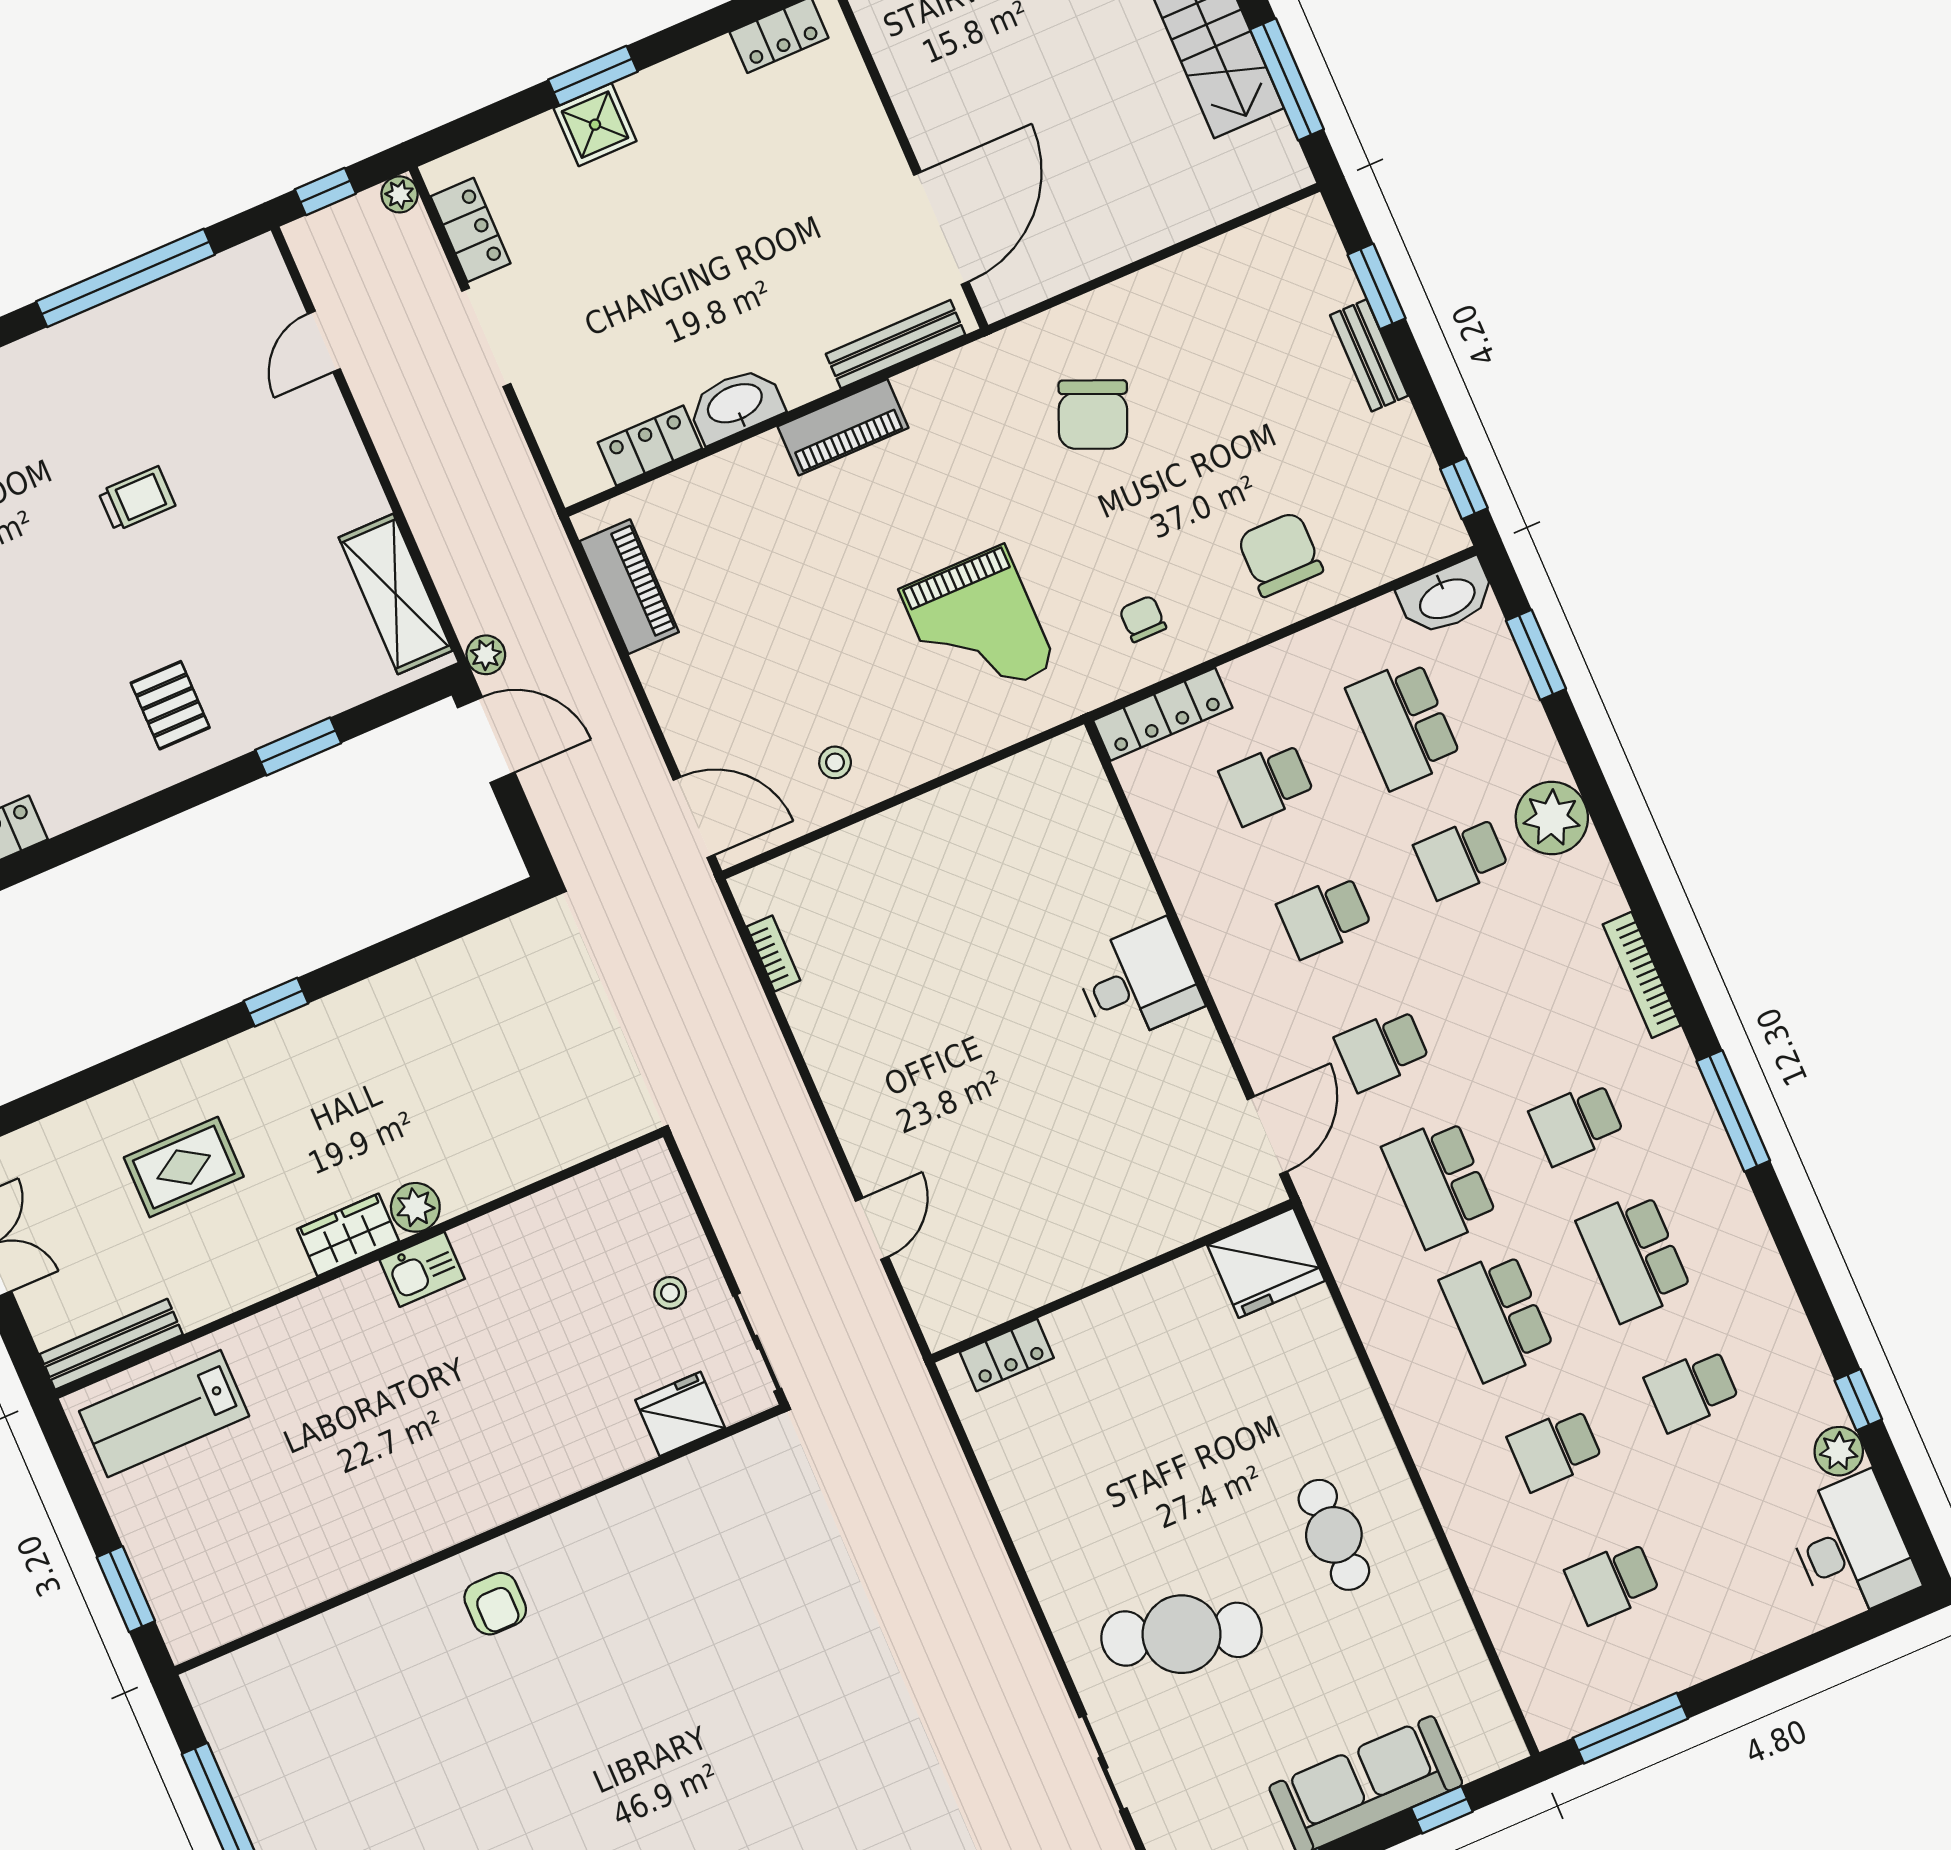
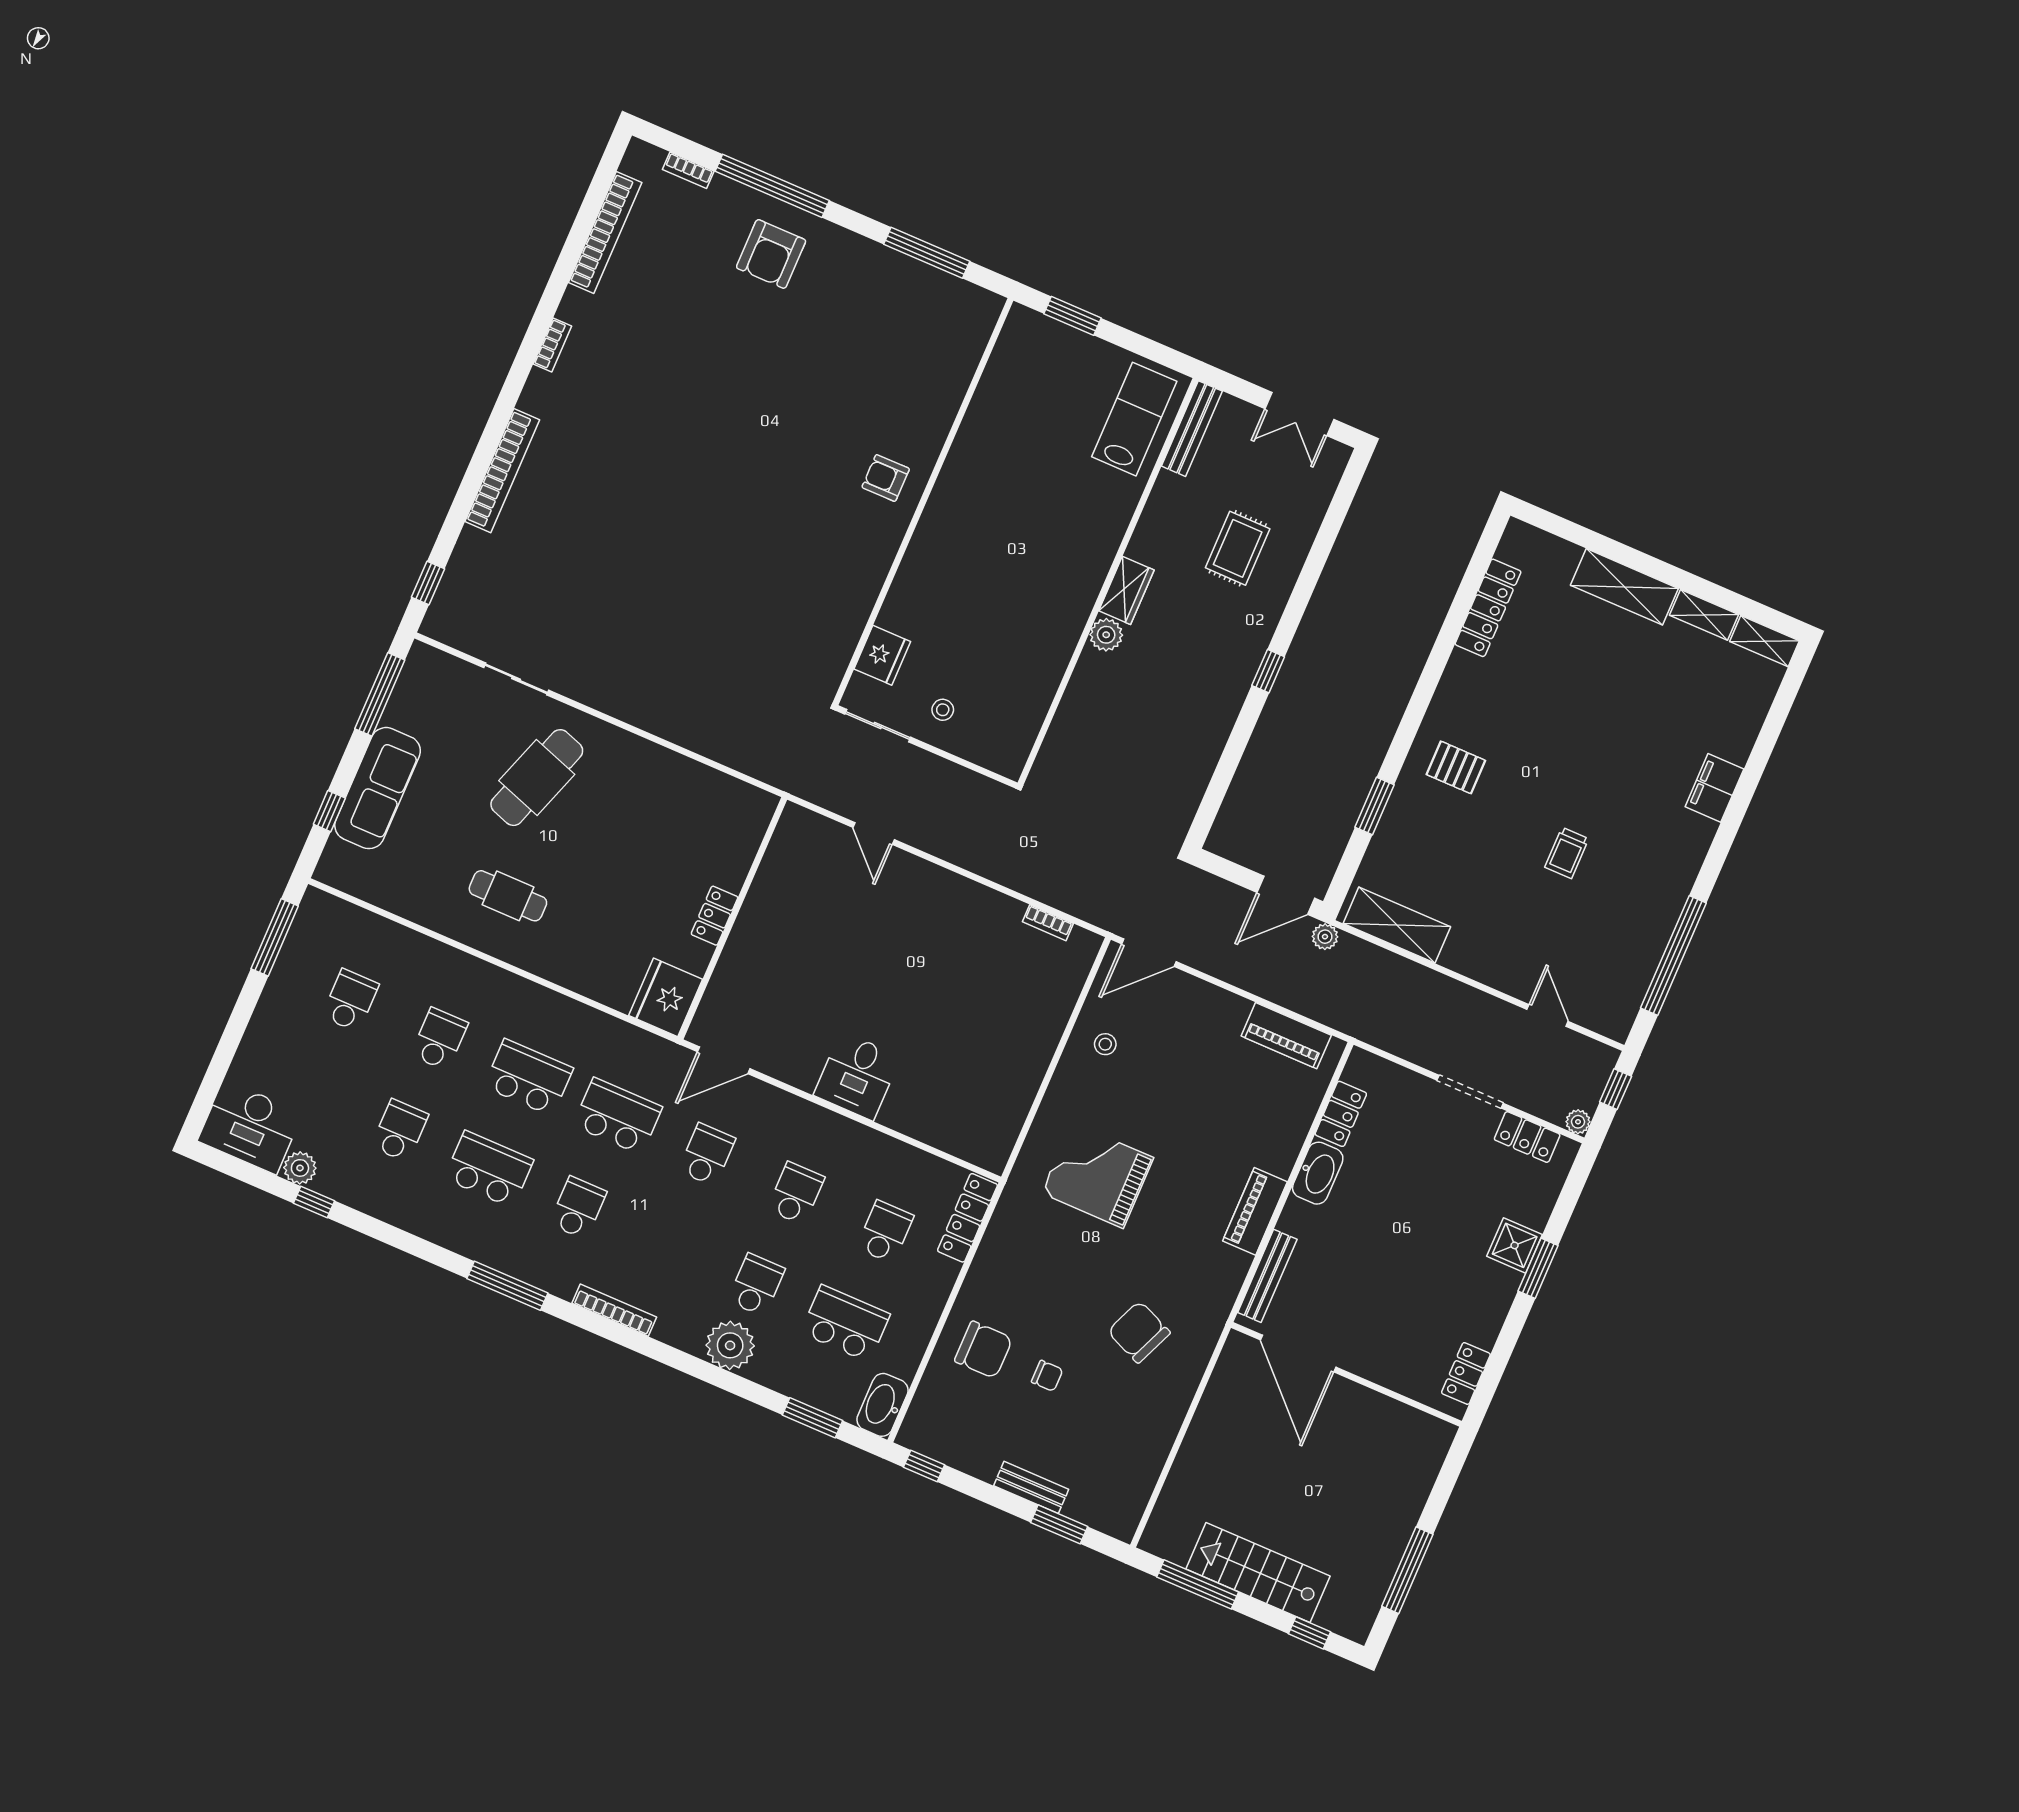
chair: (1143, 619) -> (1047, 1376), moved
door: (1267, 1135) -> (724, 1060), hinge flipped
kitchen sink: (422, 1269) -> (1074, 608), removed
locker: (1007, 1355) -> (715, 916), moved

